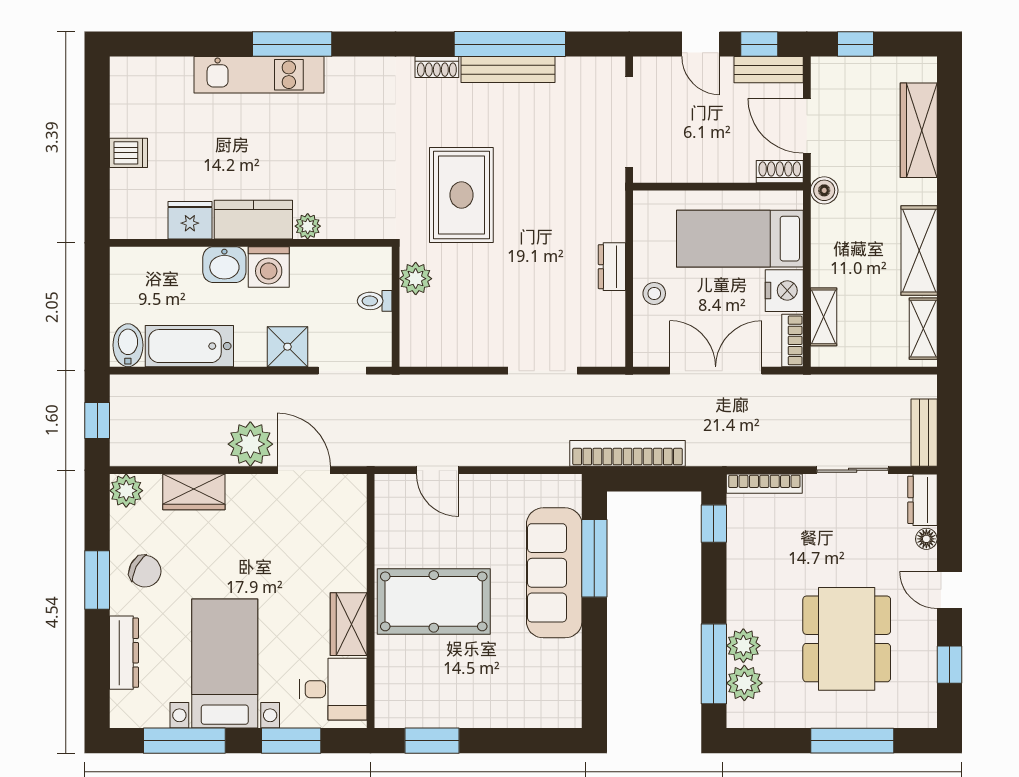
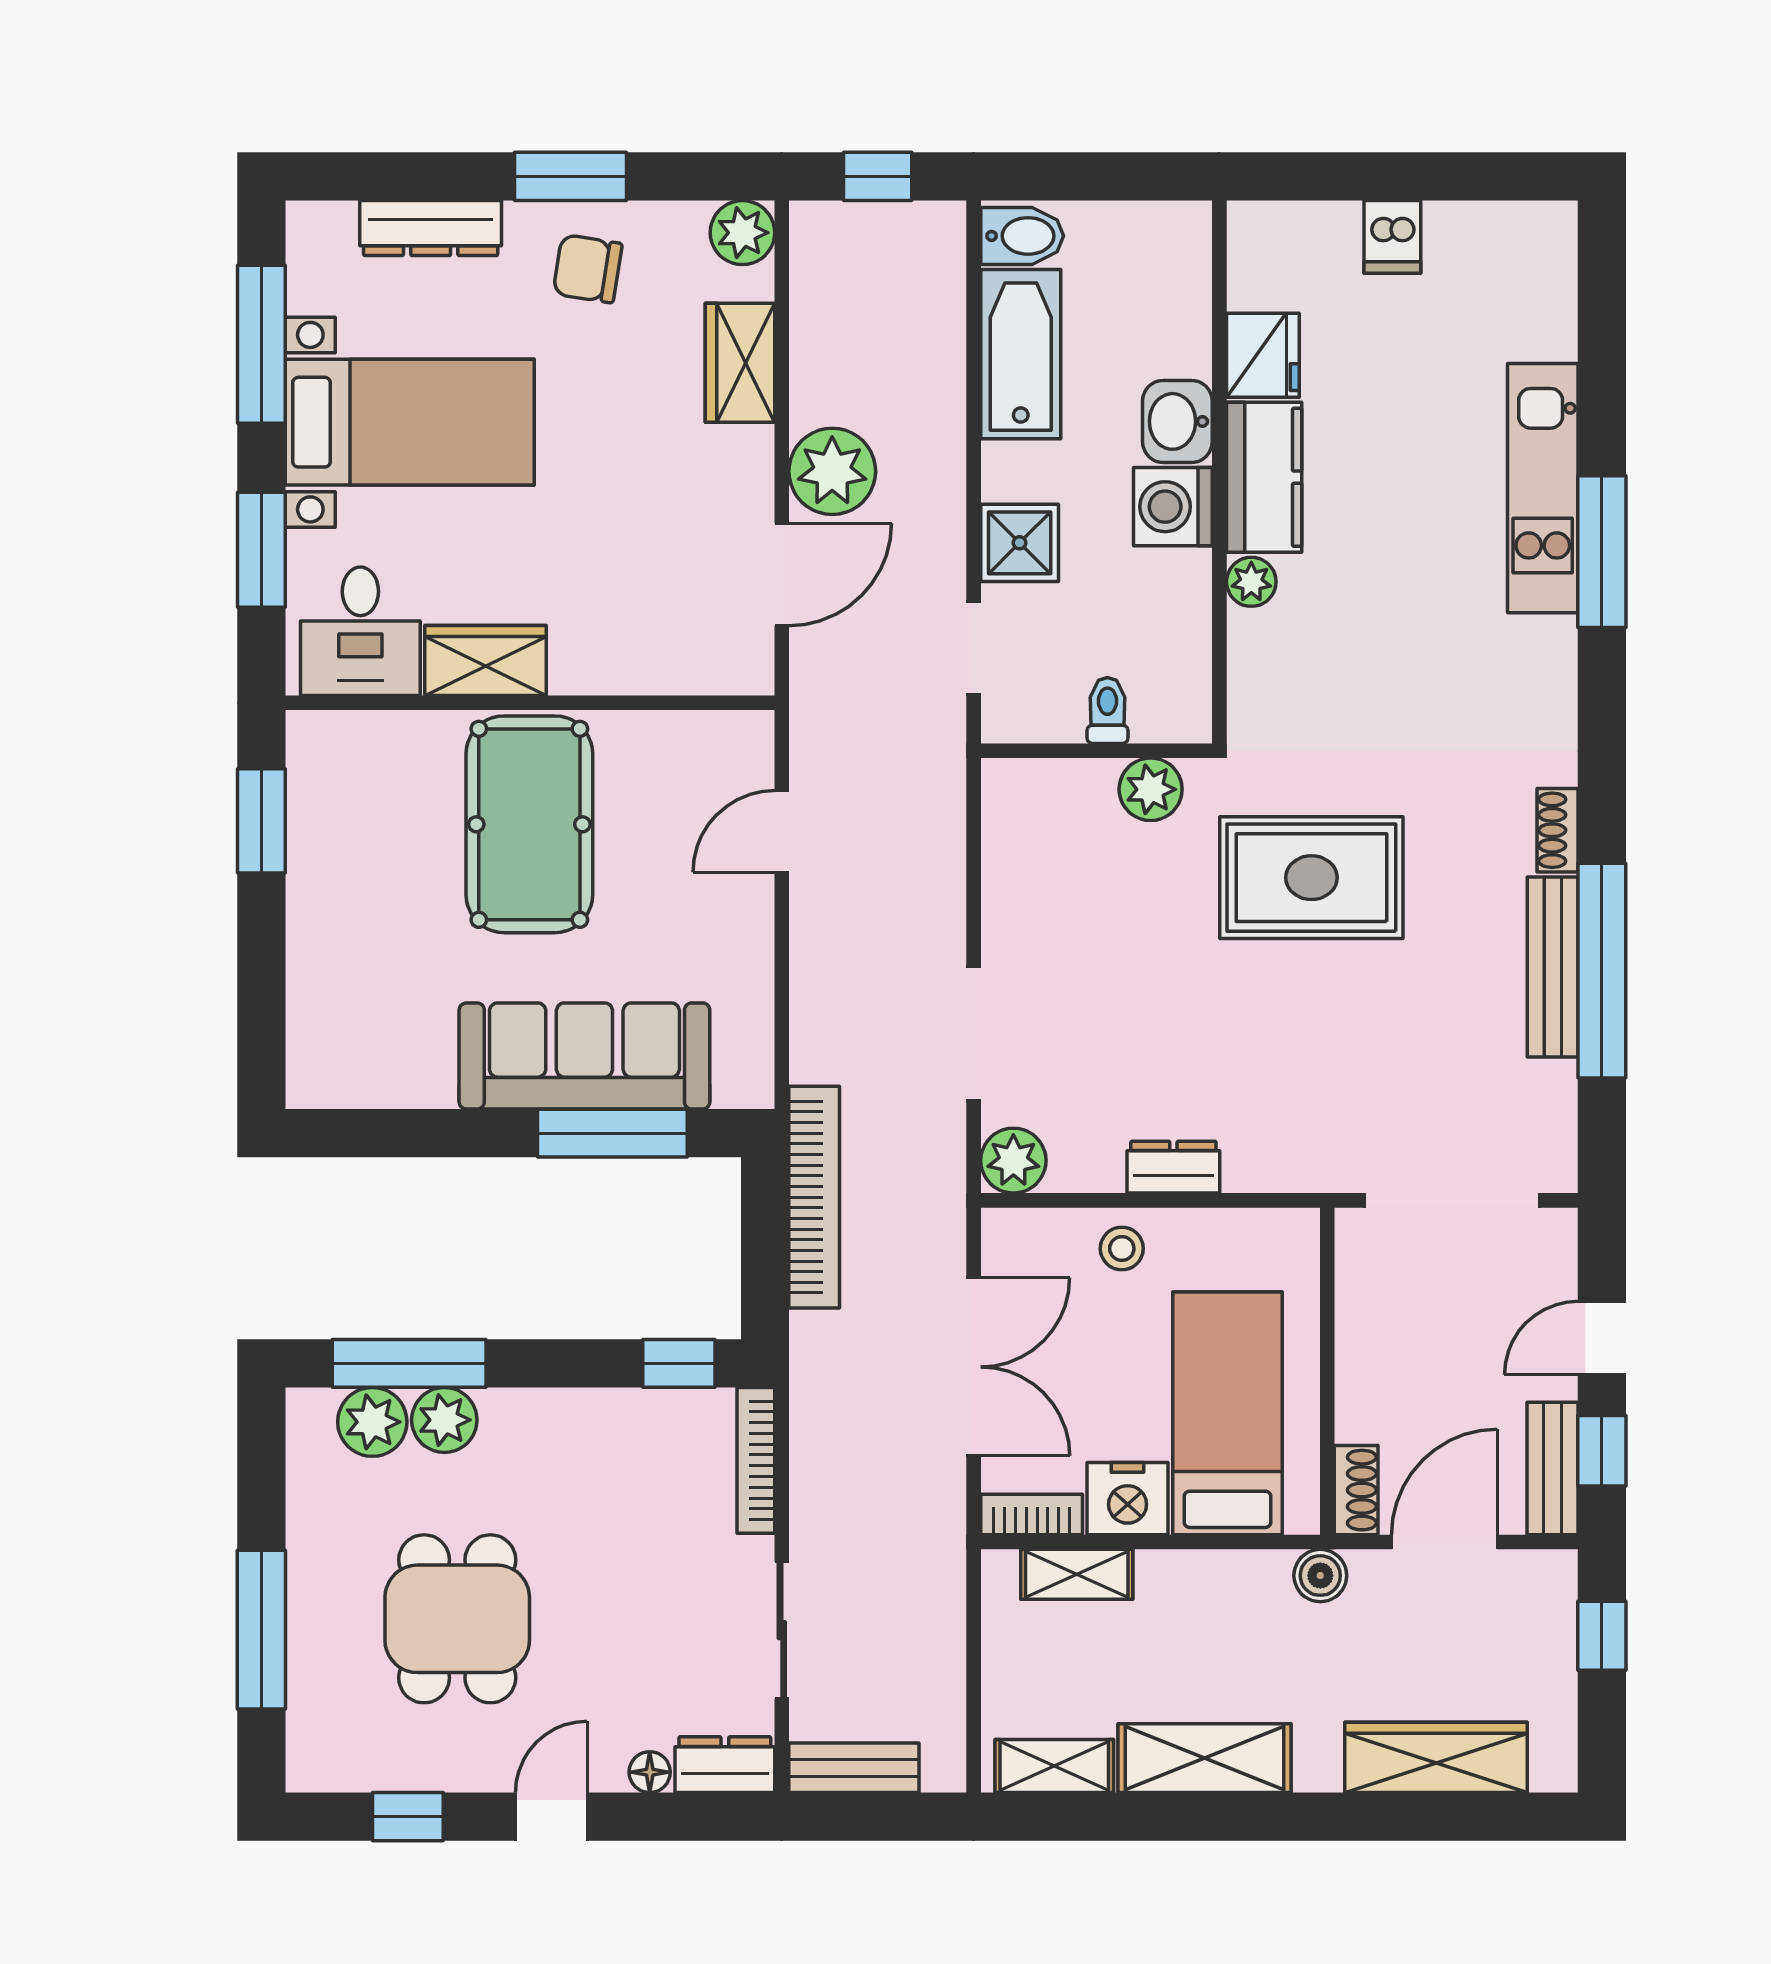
plant: (609, 350) -> (1013, 1161), added
chair: (145, 571) -> (588, 269), turned 71
dining table: (847, 639) -> (457, 1619), width x0.73

